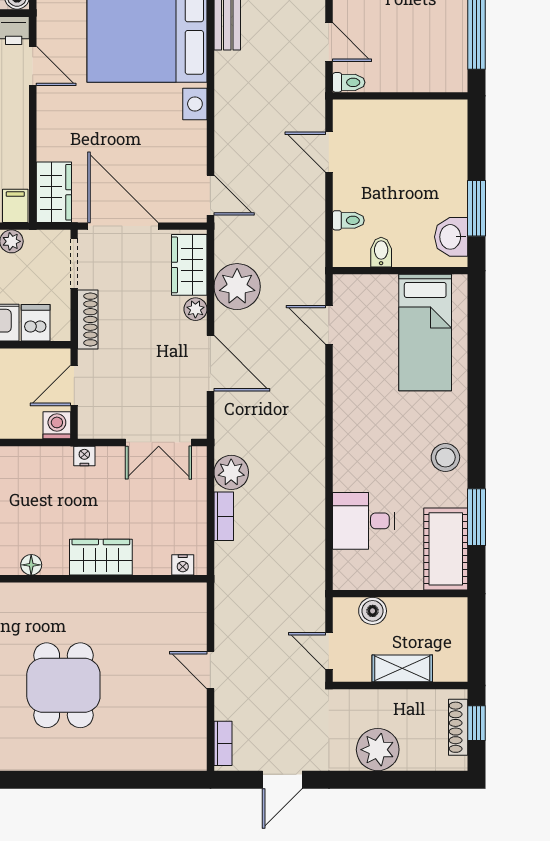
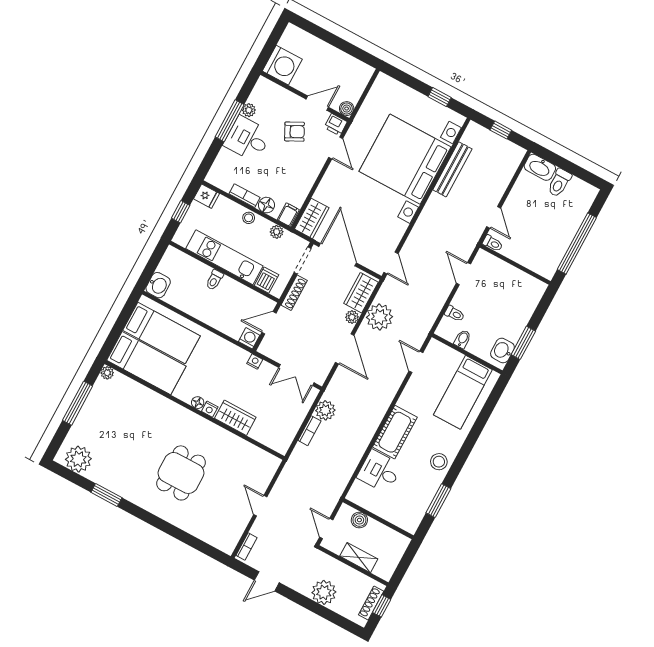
cot: (446, 549) -> (395, 432), moved
nightstand: (183, 565) -> (210, 409), moved

